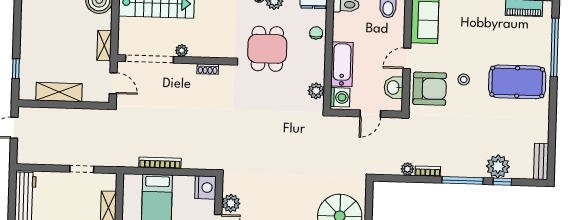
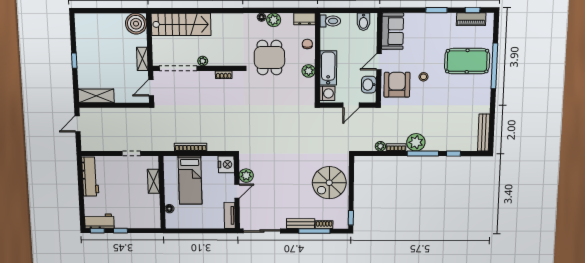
window: (555, 47) -> (494, 66), moved
window: (16, 69) -> (74, 61), moved
pool table: (517, 82) -> (467, 61), moved
door: (113, 83) -> (151, 88), swing flipped
armchair: (430, 89) -> (397, 85), turned -90
plant: (316, 91) -> (309, 71), moved
shelving: (59, 92) -> (96, 96), moved
bench: (541, 161) -> (484, 133), width x1.36
plant: (498, 166) -> (416, 142), moved

